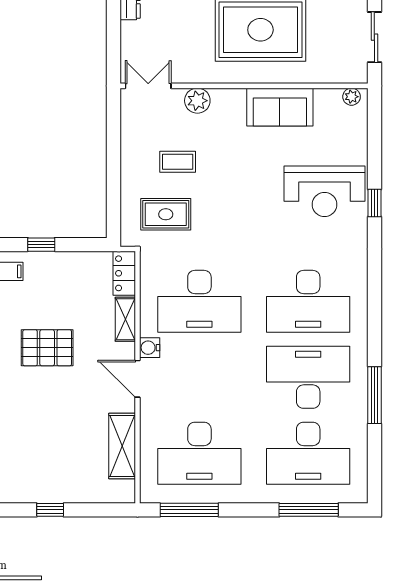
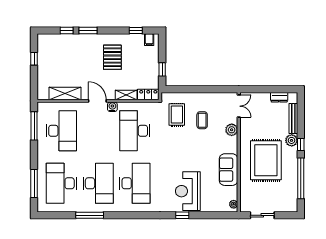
window: (41, 245) -> (162, 69), moved
desk: (308, 301) -> (135, 183), turned 180
door: (137, 379) -> (97, 101), hinge flipped
desk: (199, 453) -> (61, 131), turned 180

